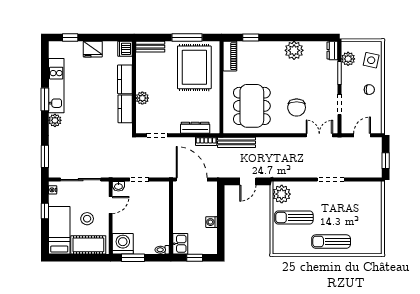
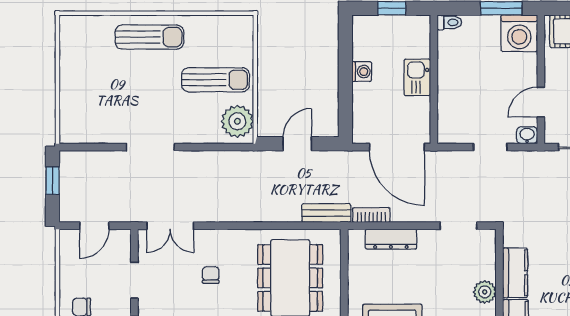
chair: (297, 107) -> (211, 275), width x0.54, depth x0.54
bench: (237, 142) -> (326, 213), width x0.73
kitchen sink: (180, 244) -> (417, 77), moved

